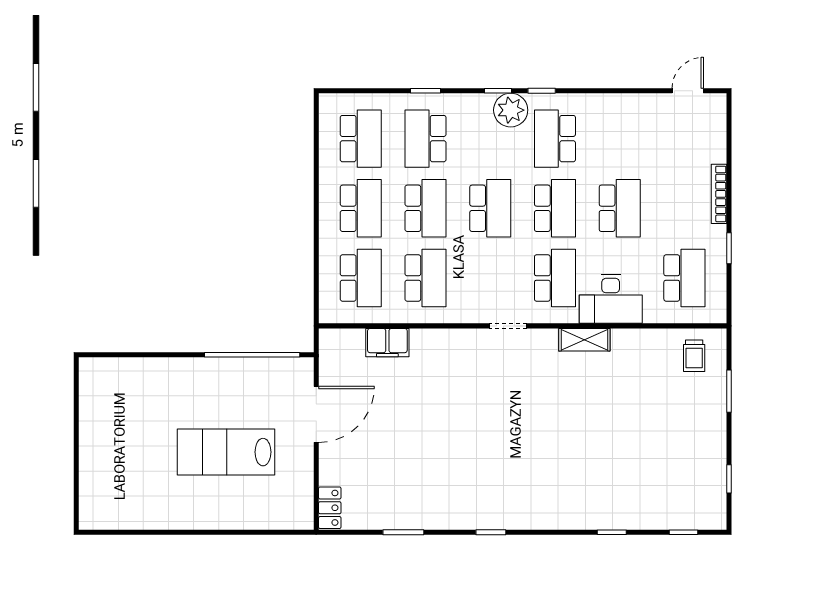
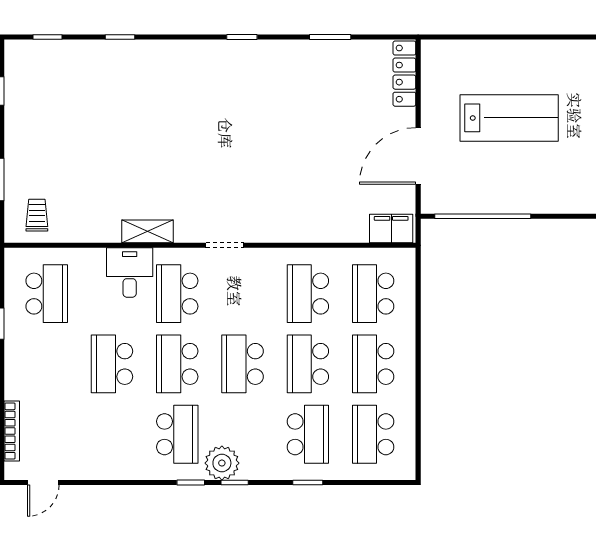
bookcase: (719, 194) -> (12, 431), moved
school desk: (684, 278) -> (47, 294), turned 180
desk: (611, 299) -> (130, 273), width x0.73
filing cabinet: (387, 343) -> (391, 228), moved
locker: (330, 508) -> (404, 74), width x1.53

